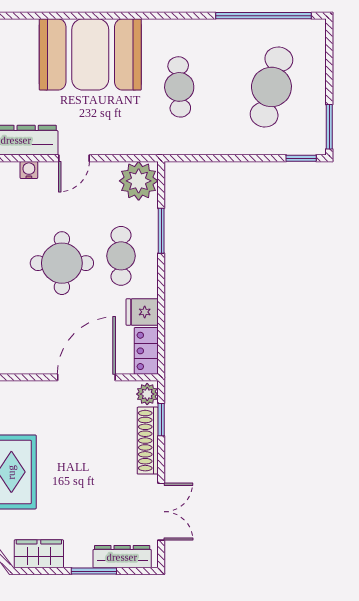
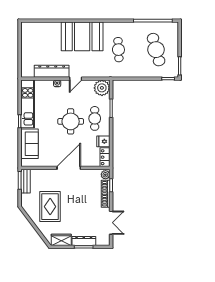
cafe table: (271, 87) -> (156, 50), turned -30
door: (86, 377) -> (69, 168), moved
dresser: (122, 557) -> (84, 241), moved

